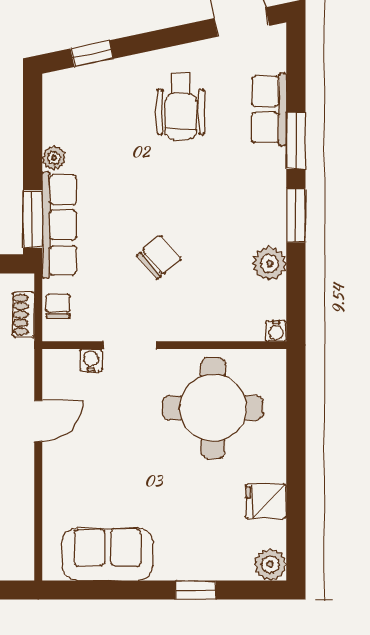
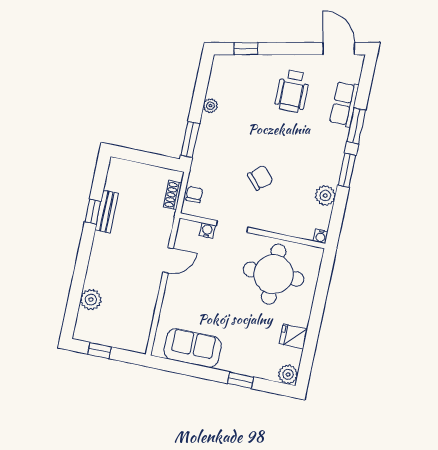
row of seats: (59, 225) -> (205, 146), removed

